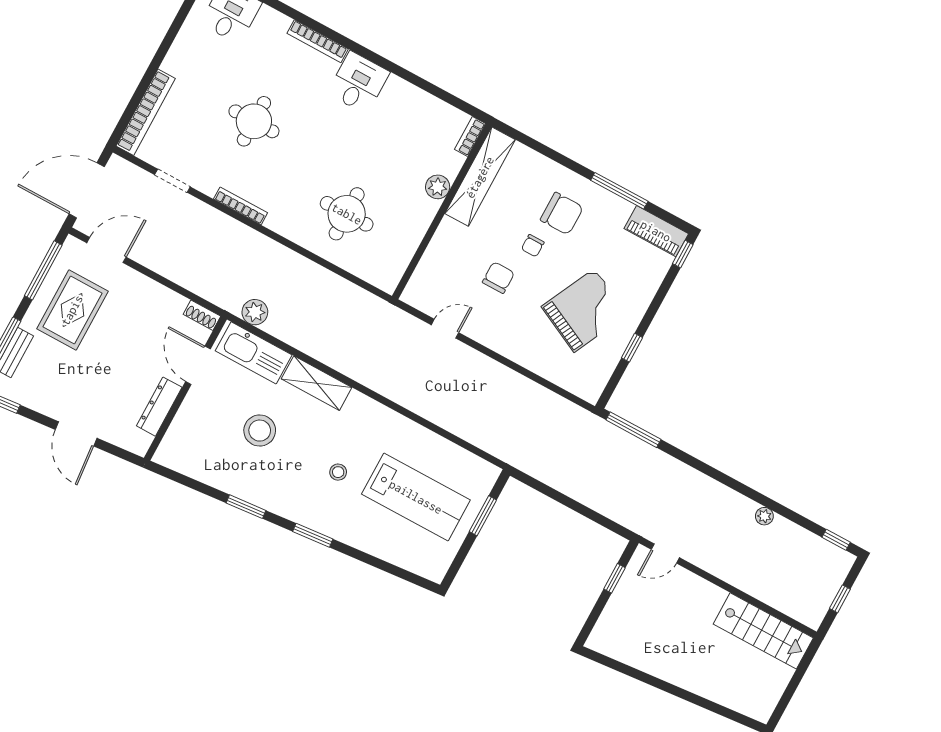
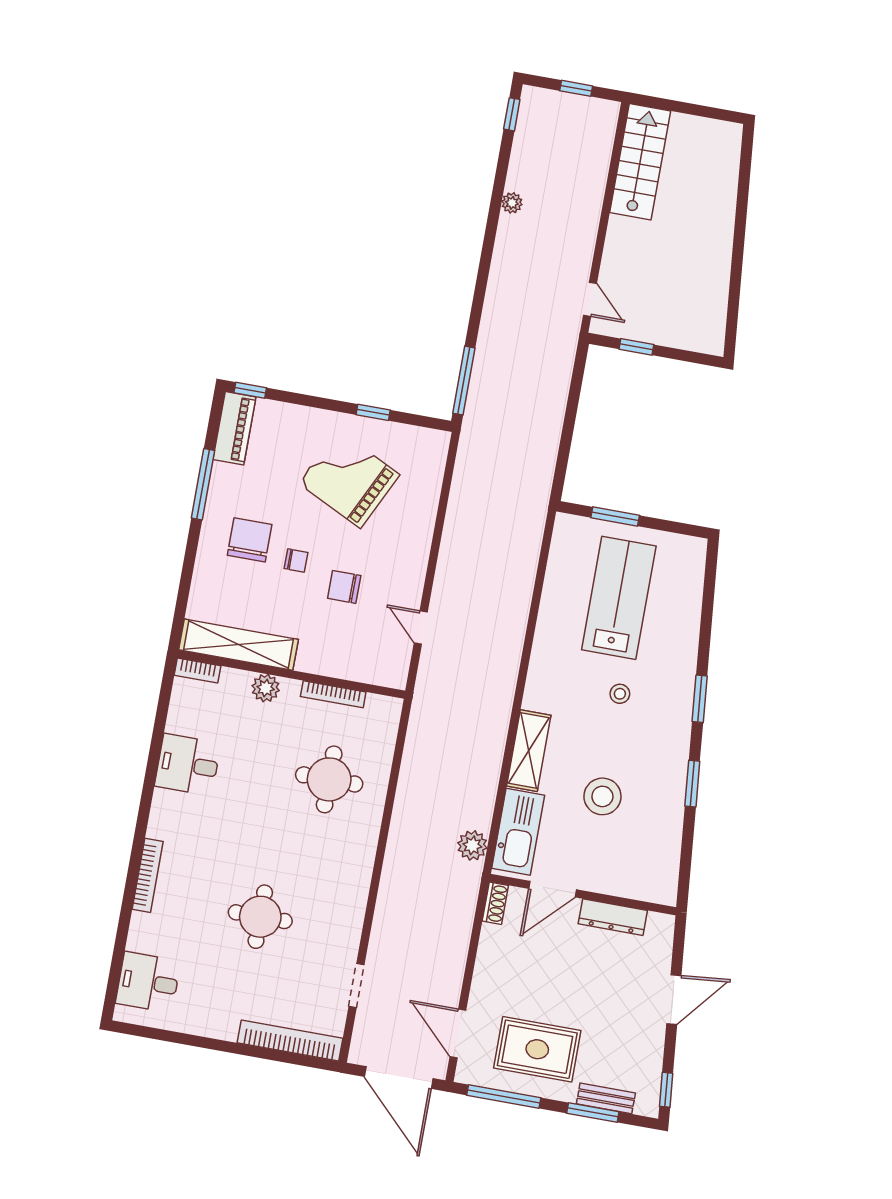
desk: (358, 83) -> (188, 765), moved
bookcase: (241, 206) -> (333, 694), moved, turned -90

